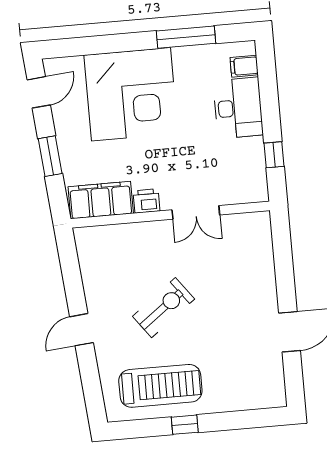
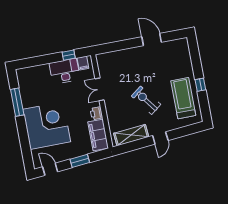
filing cabinet: (244, 66) -> (83, 63), moved
desk: (238, 108) -> (65, 71), moved
double door: (196, 212) -> (100, 89), swing flipped
shelving: (94, 269) -> (131, 135), added
door: (81, 330) -> (160, 138), hinge flipped

